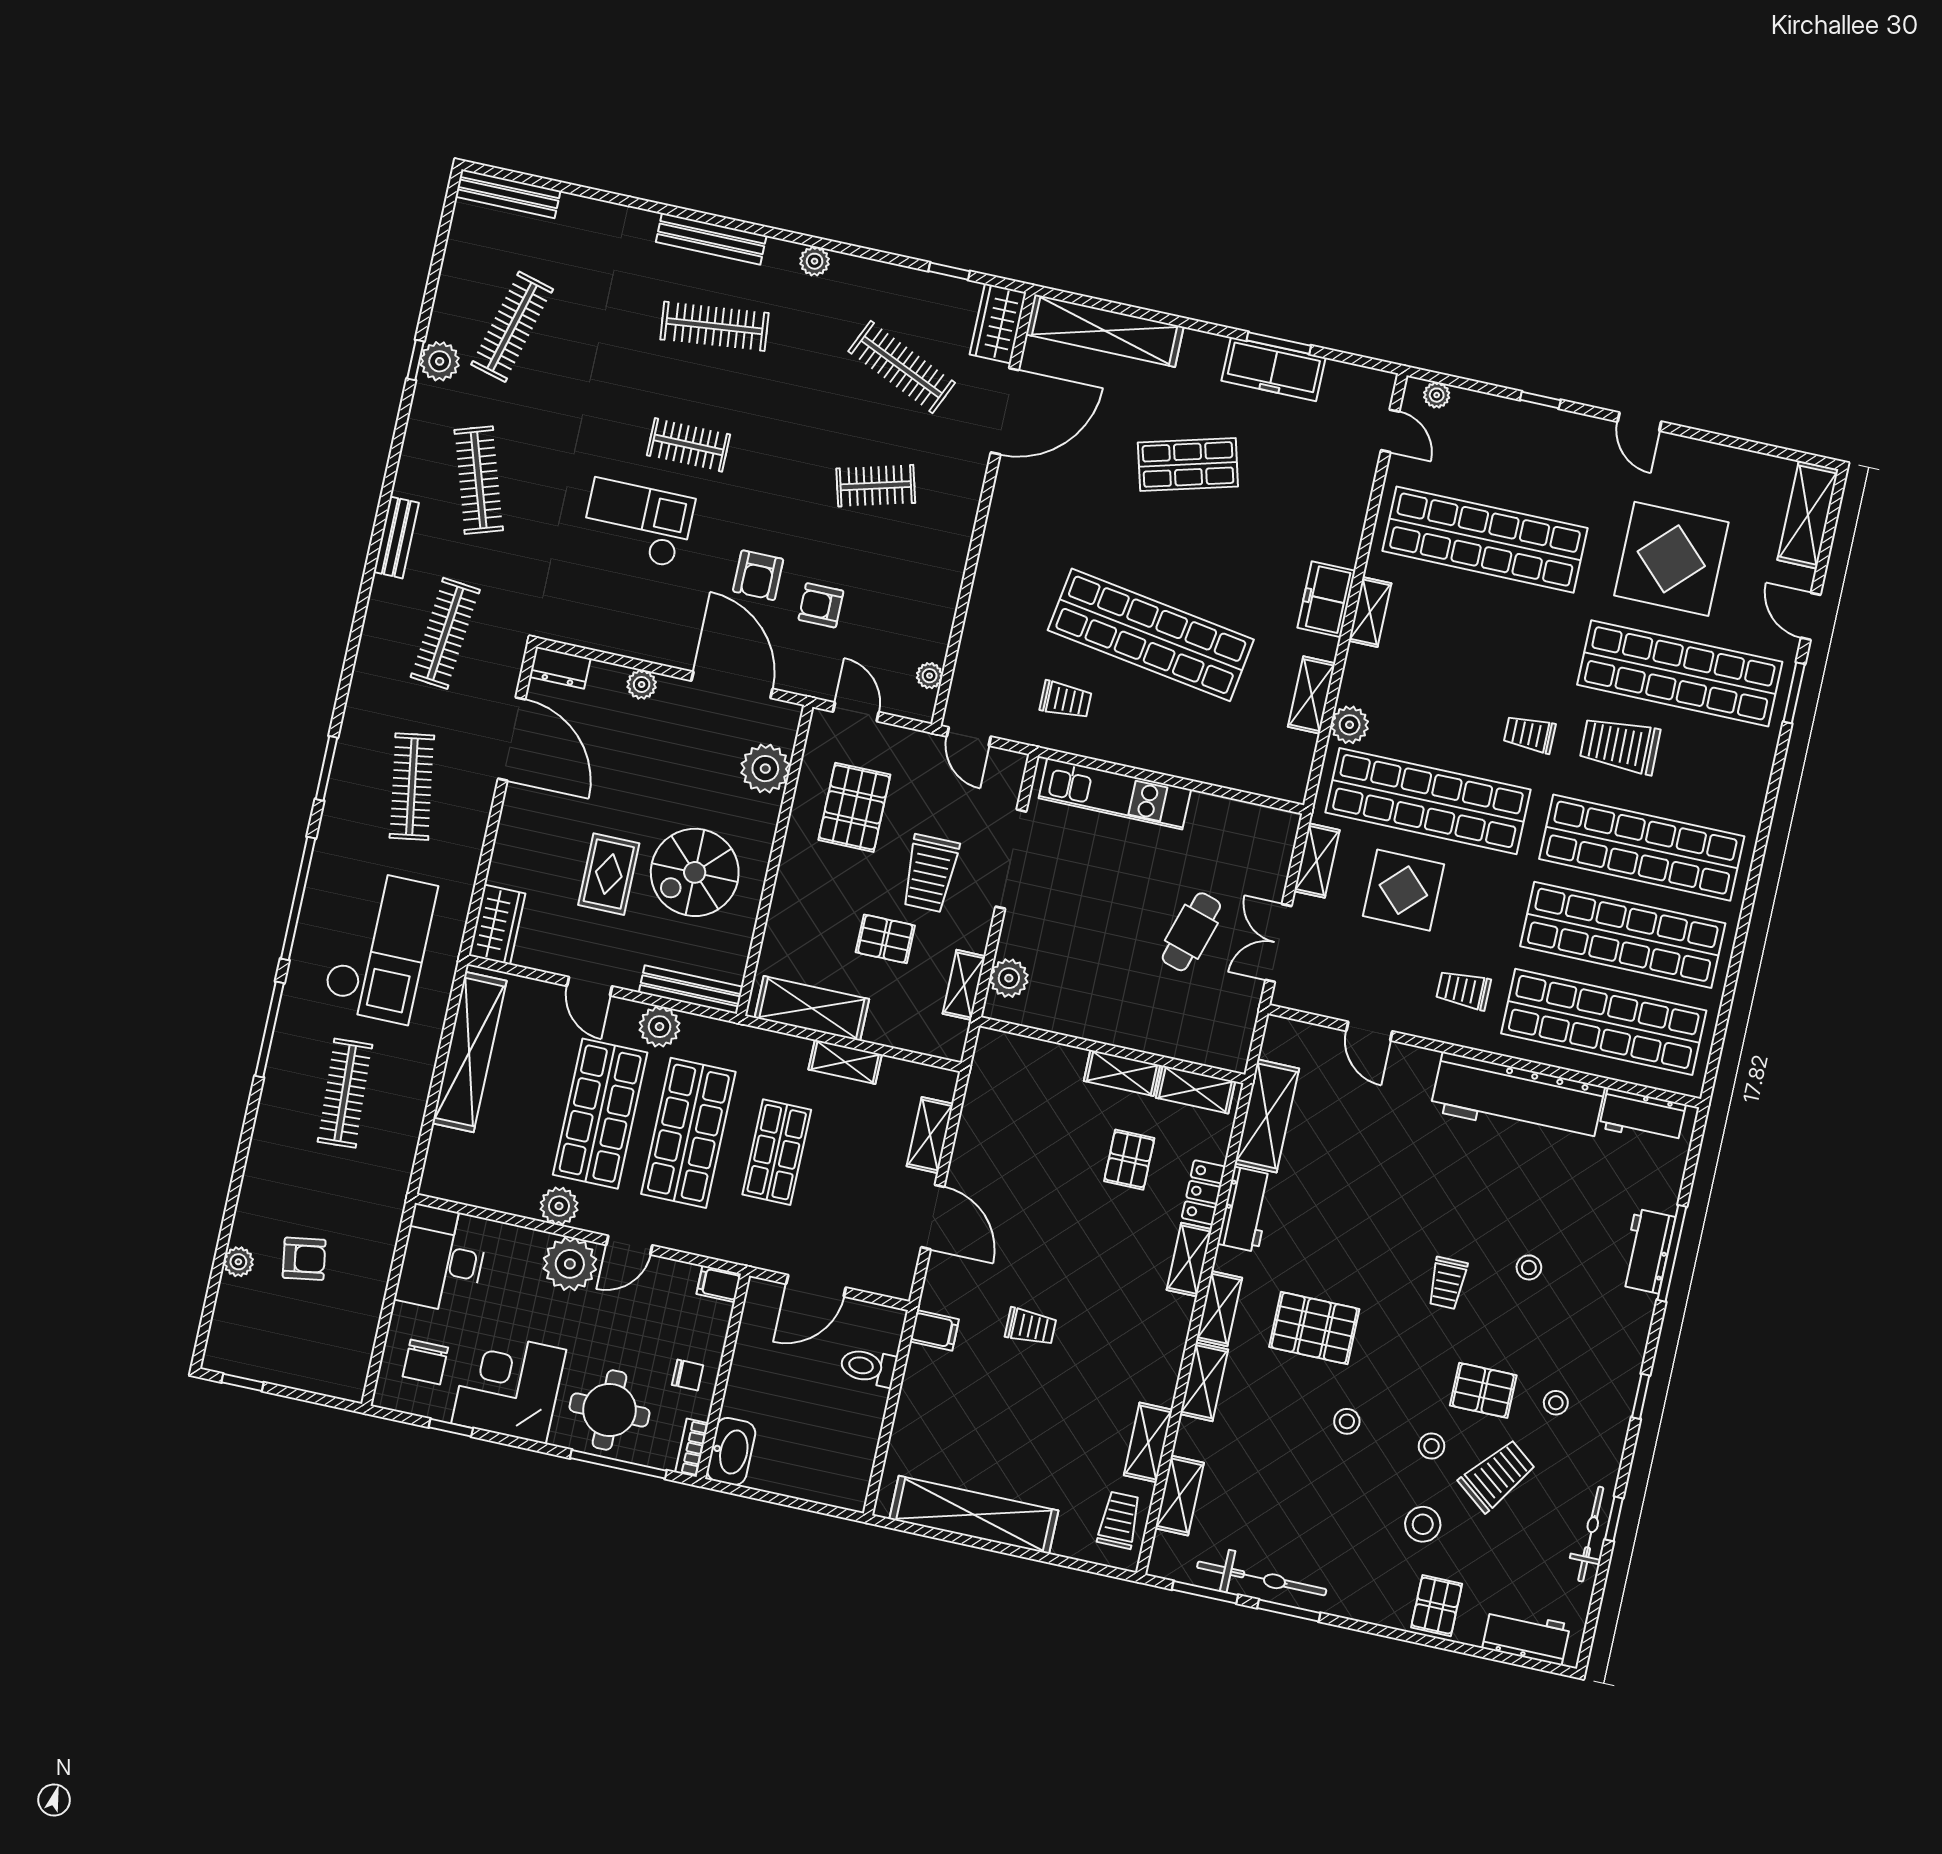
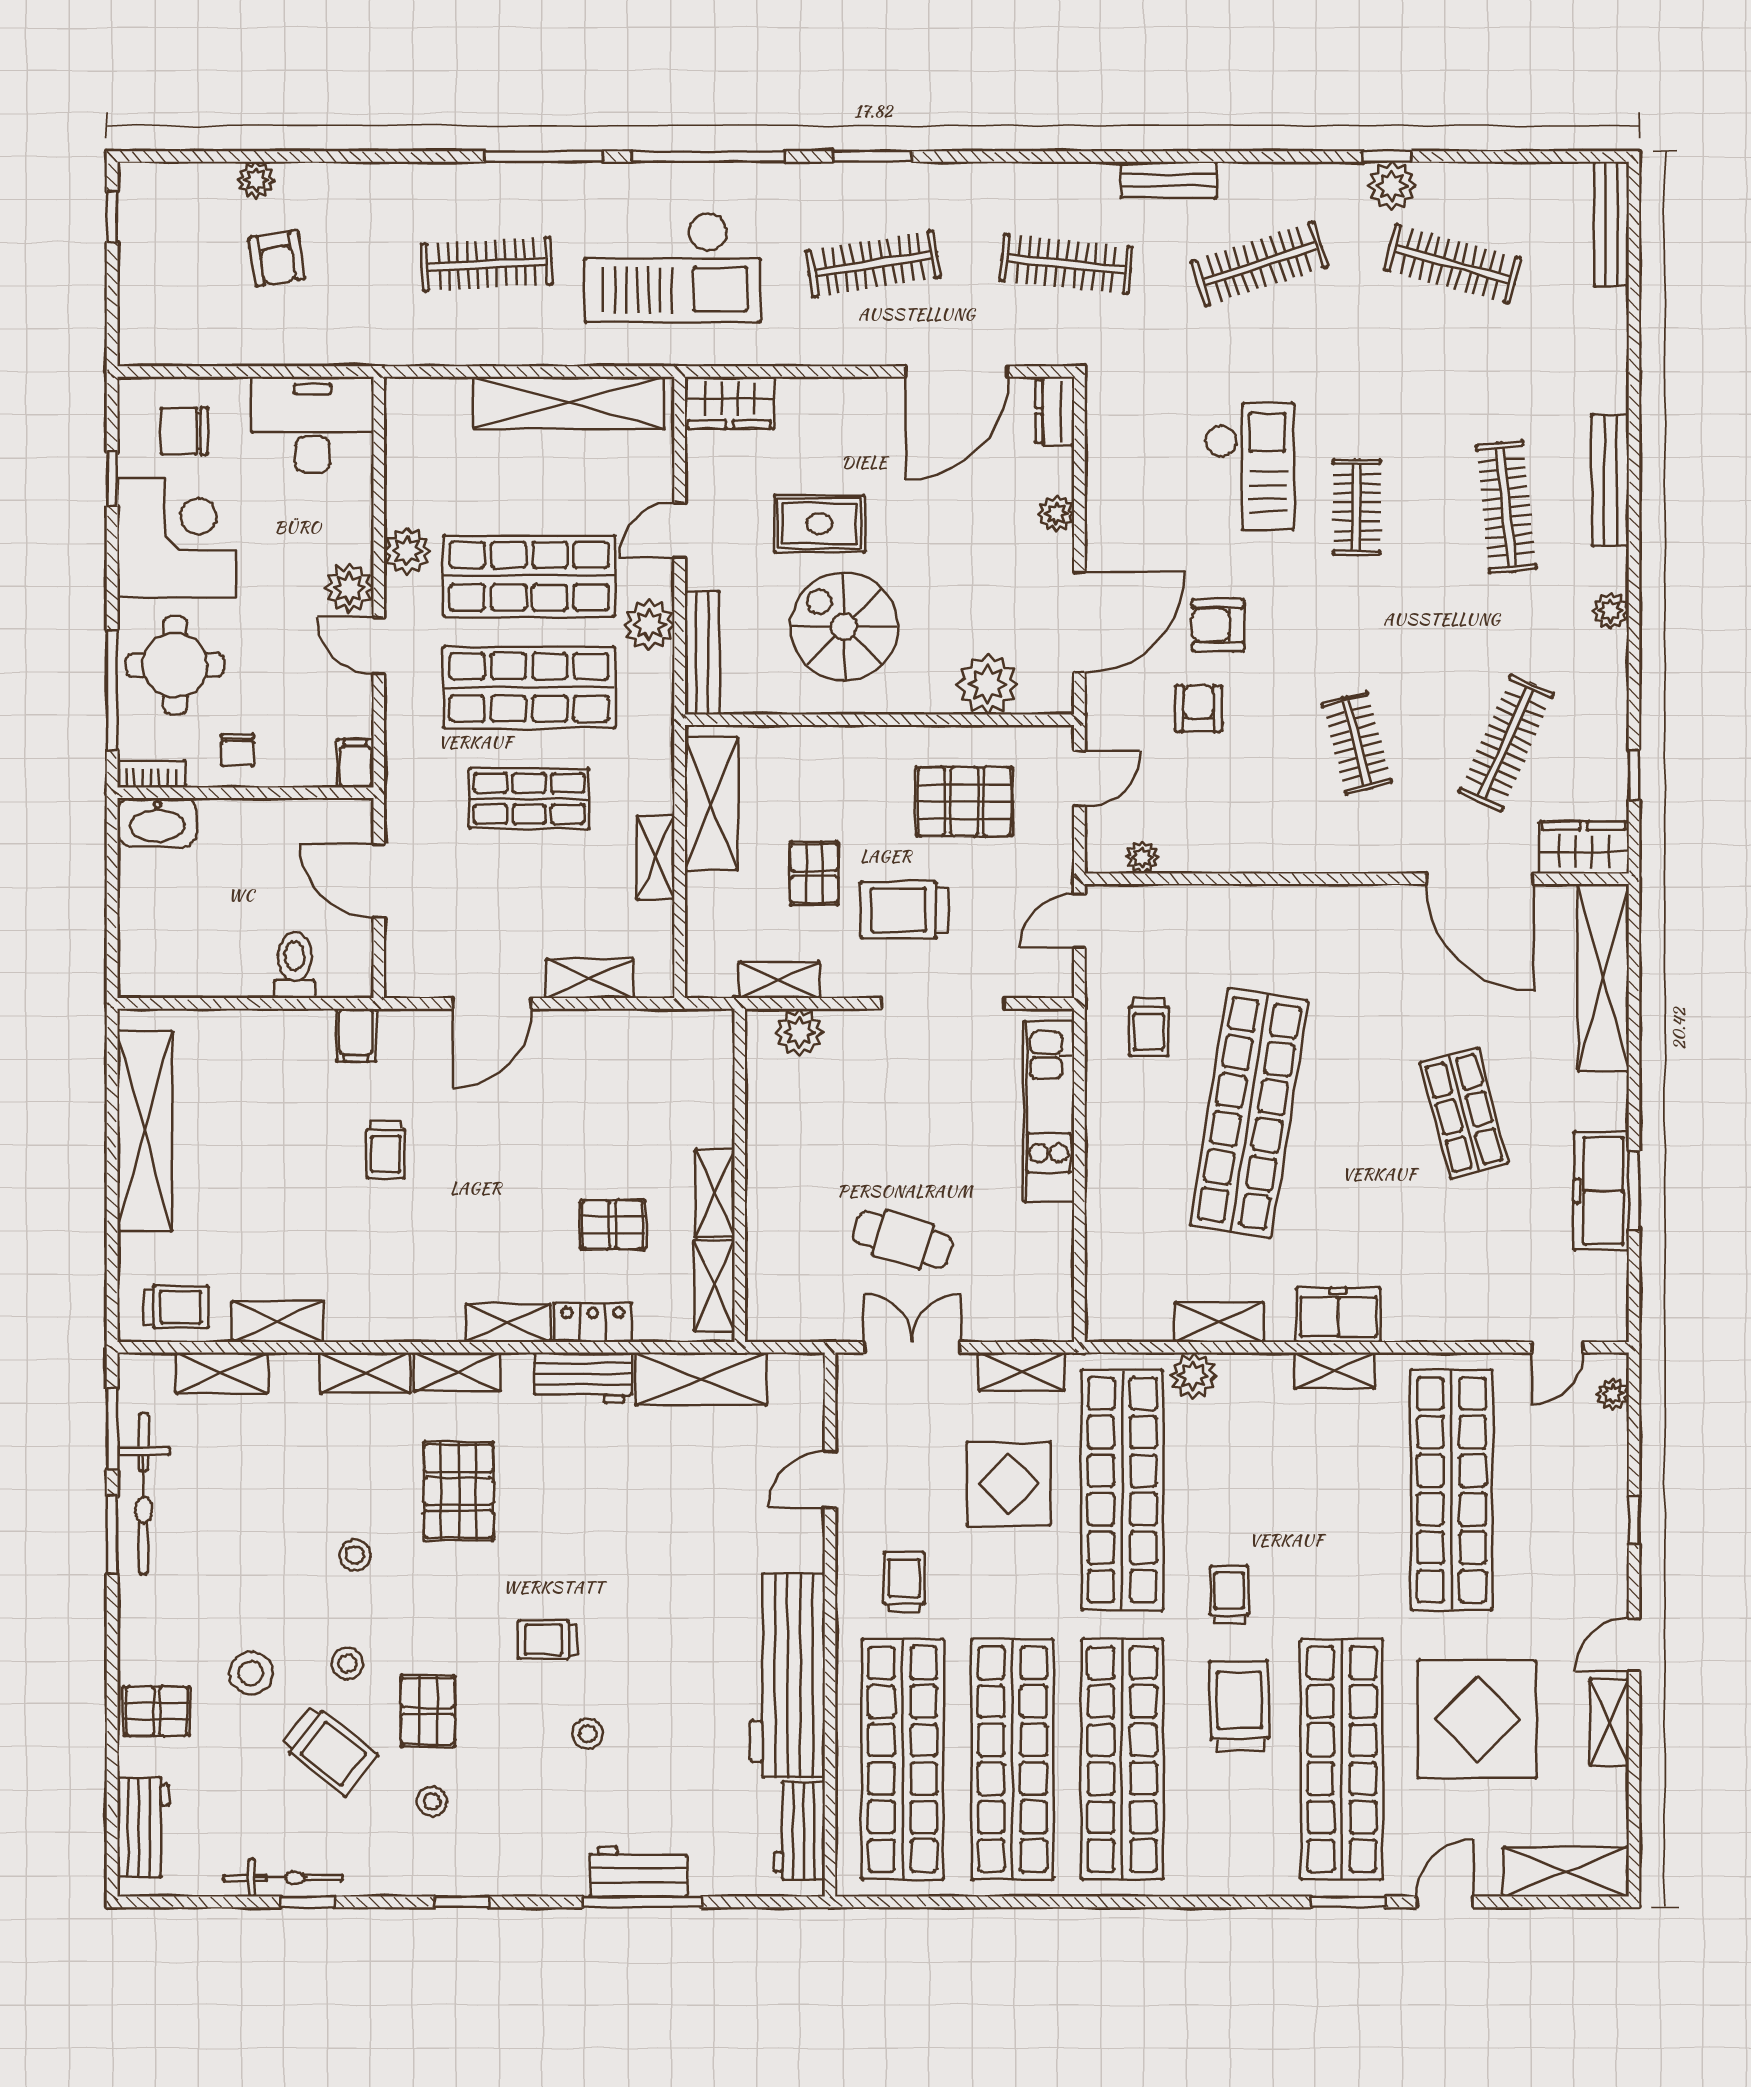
shelving: (1697, 455) -> (1609, 1723), added
plant: (570, 1264) -> (349, 588), width x0.73, depth x0.73

